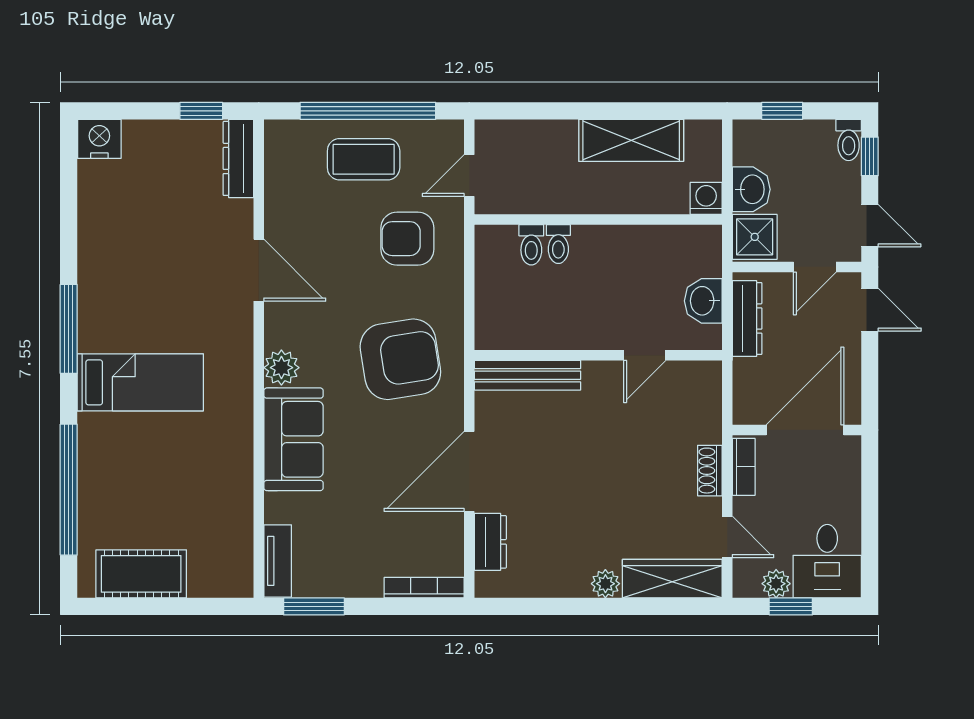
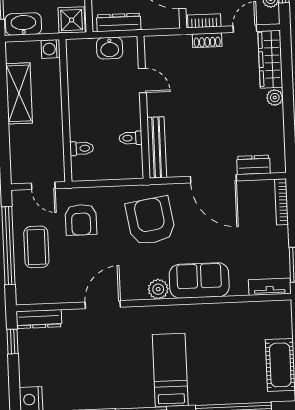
washbasin: (751, 189) -> (23, 24), moved, width x1.38
toilet: (558, 244) -> (131, 138), moved, turned 180

